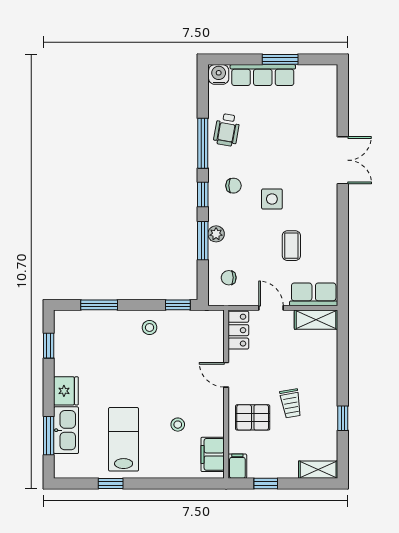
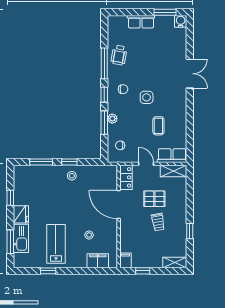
window: (280, 59) -> (165, 12), moved
water cooler: (219, 74) -> (181, 21), moved
row of seats: (263, 75) -> (141, 22), width x0.68
window: (178, 305) -> (69, 162), moved
window: (49, 346) -> (10, 198), moved
door: (226, 375) -> (119, 205), width x1.88
pallet: (253, 417) -> (154, 199), moved
filing cabinet: (213, 454) -> (98, 261), moved, turned 90

